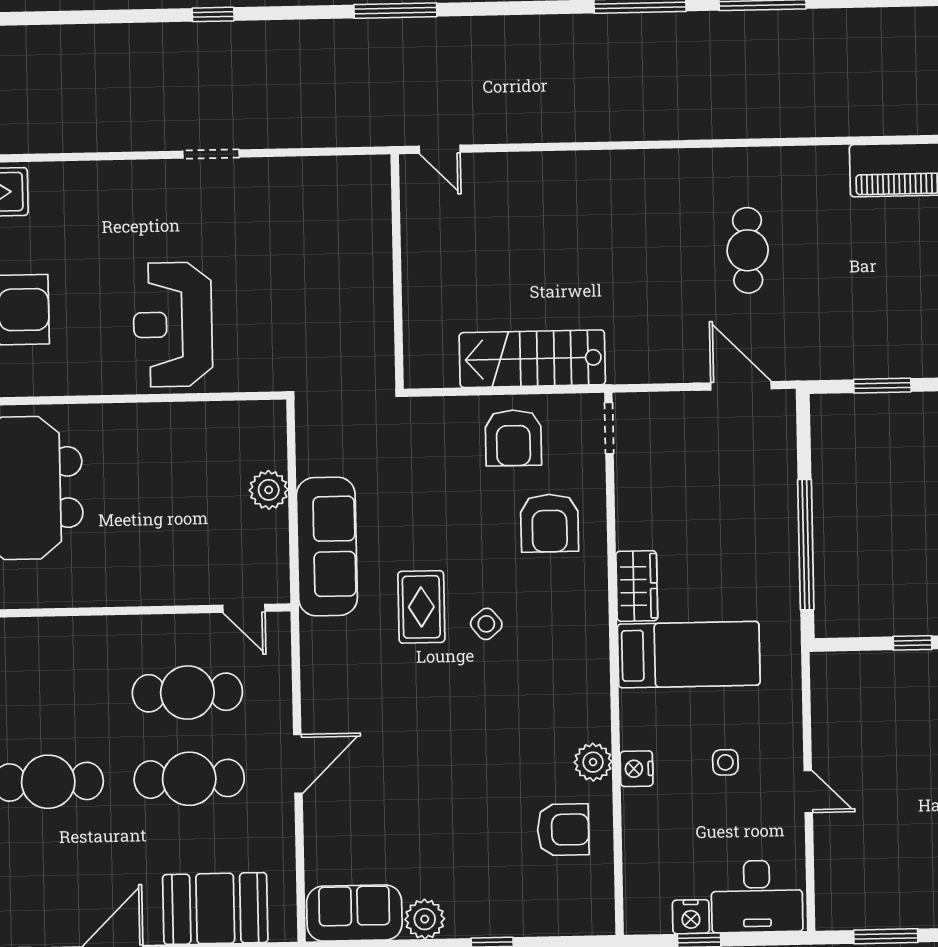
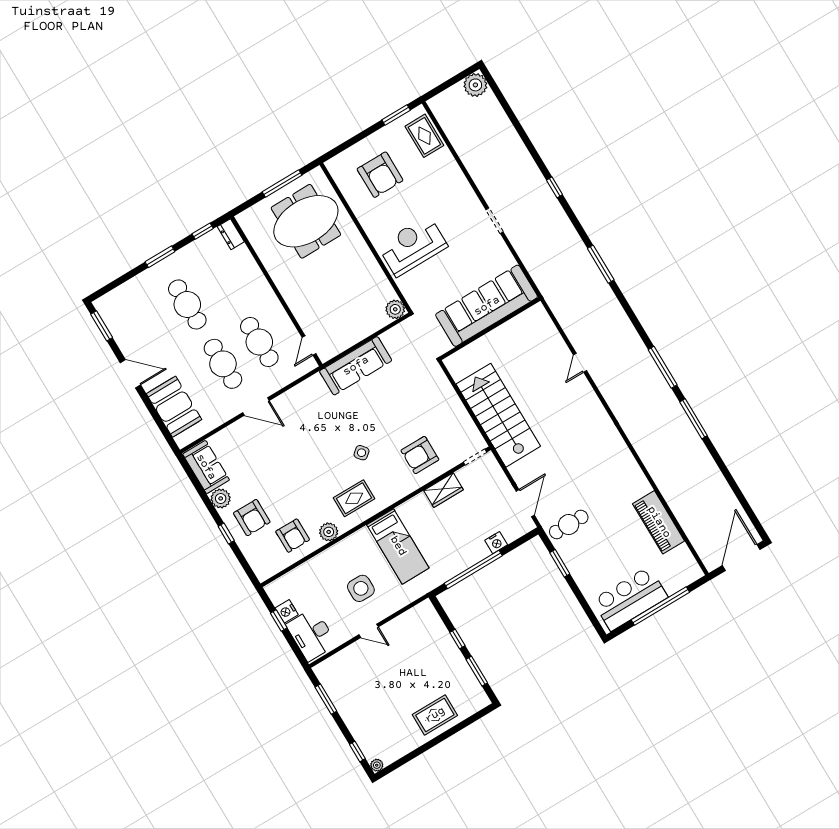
door: (440, 149) -> (580, 363), moved
cafe table: (748, 250) -> (569, 525), moved
sofa: (353, 254) -> (487, 306), added
stairs: (532, 359) -> (498, 415), width x1.36, depth x1.51
armchair: (513, 438) -> (252, 518), moved, turned -90
plant: (269, 490) -> (395, 309), moved
wardrobe: (637, 586) -> (443, 490), moved
rug: (421, 607) -> (354, 498), moved
side table: (725, 762) -> (361, 588), width x1.87, depth x1.87
nightstand: (636, 769) -> (496, 543), moved, turned 180
door: (808, 792) -> (369, 631), hinge flipped

